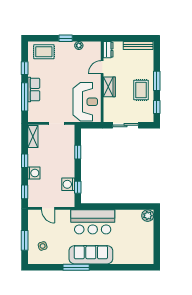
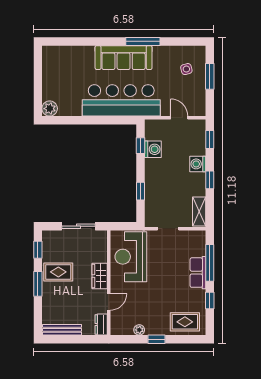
rug: (141, 90) -> (58, 272), turned 90
bar counter: (93, 222) -> (121, 100), width x1.36

